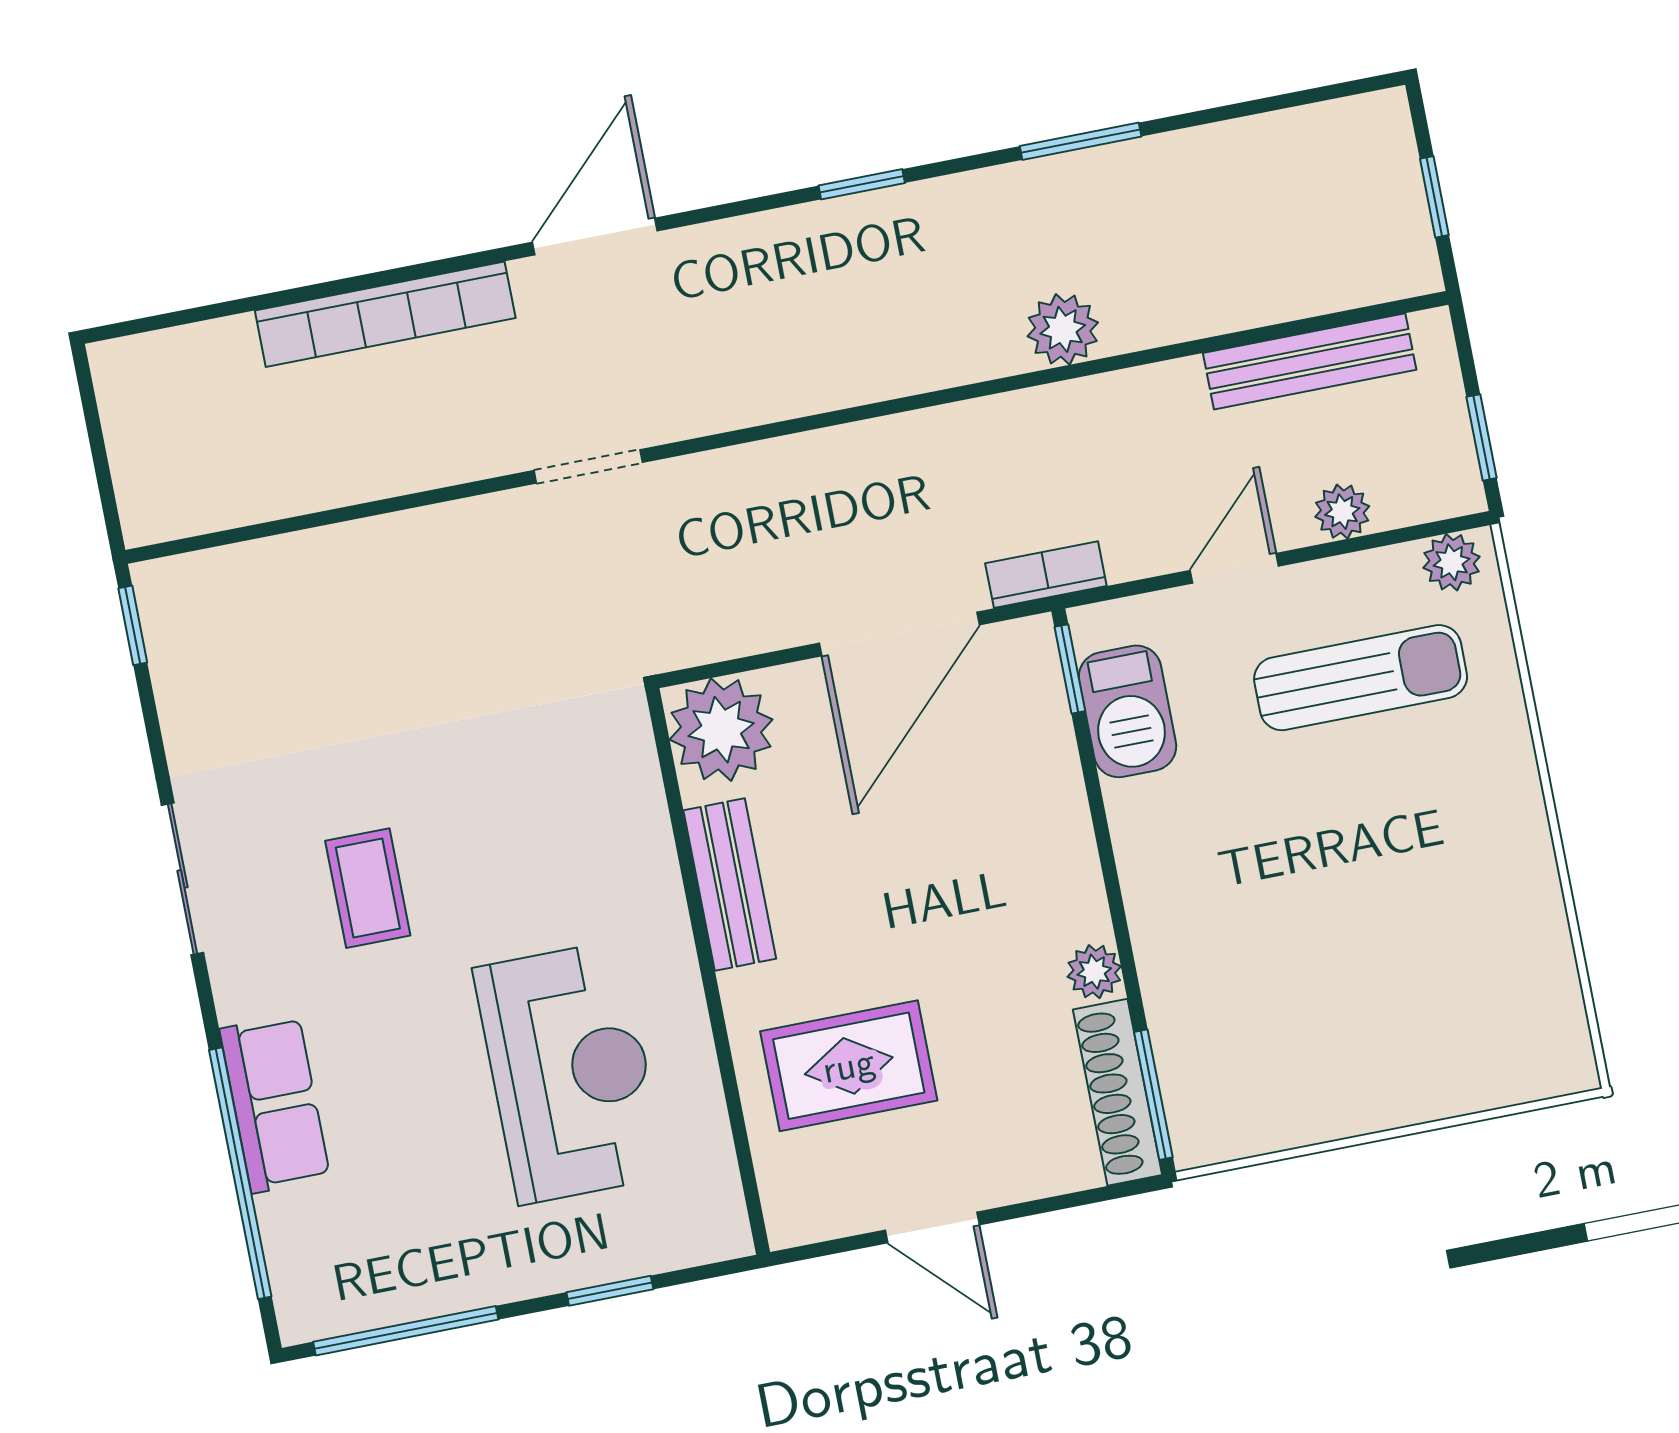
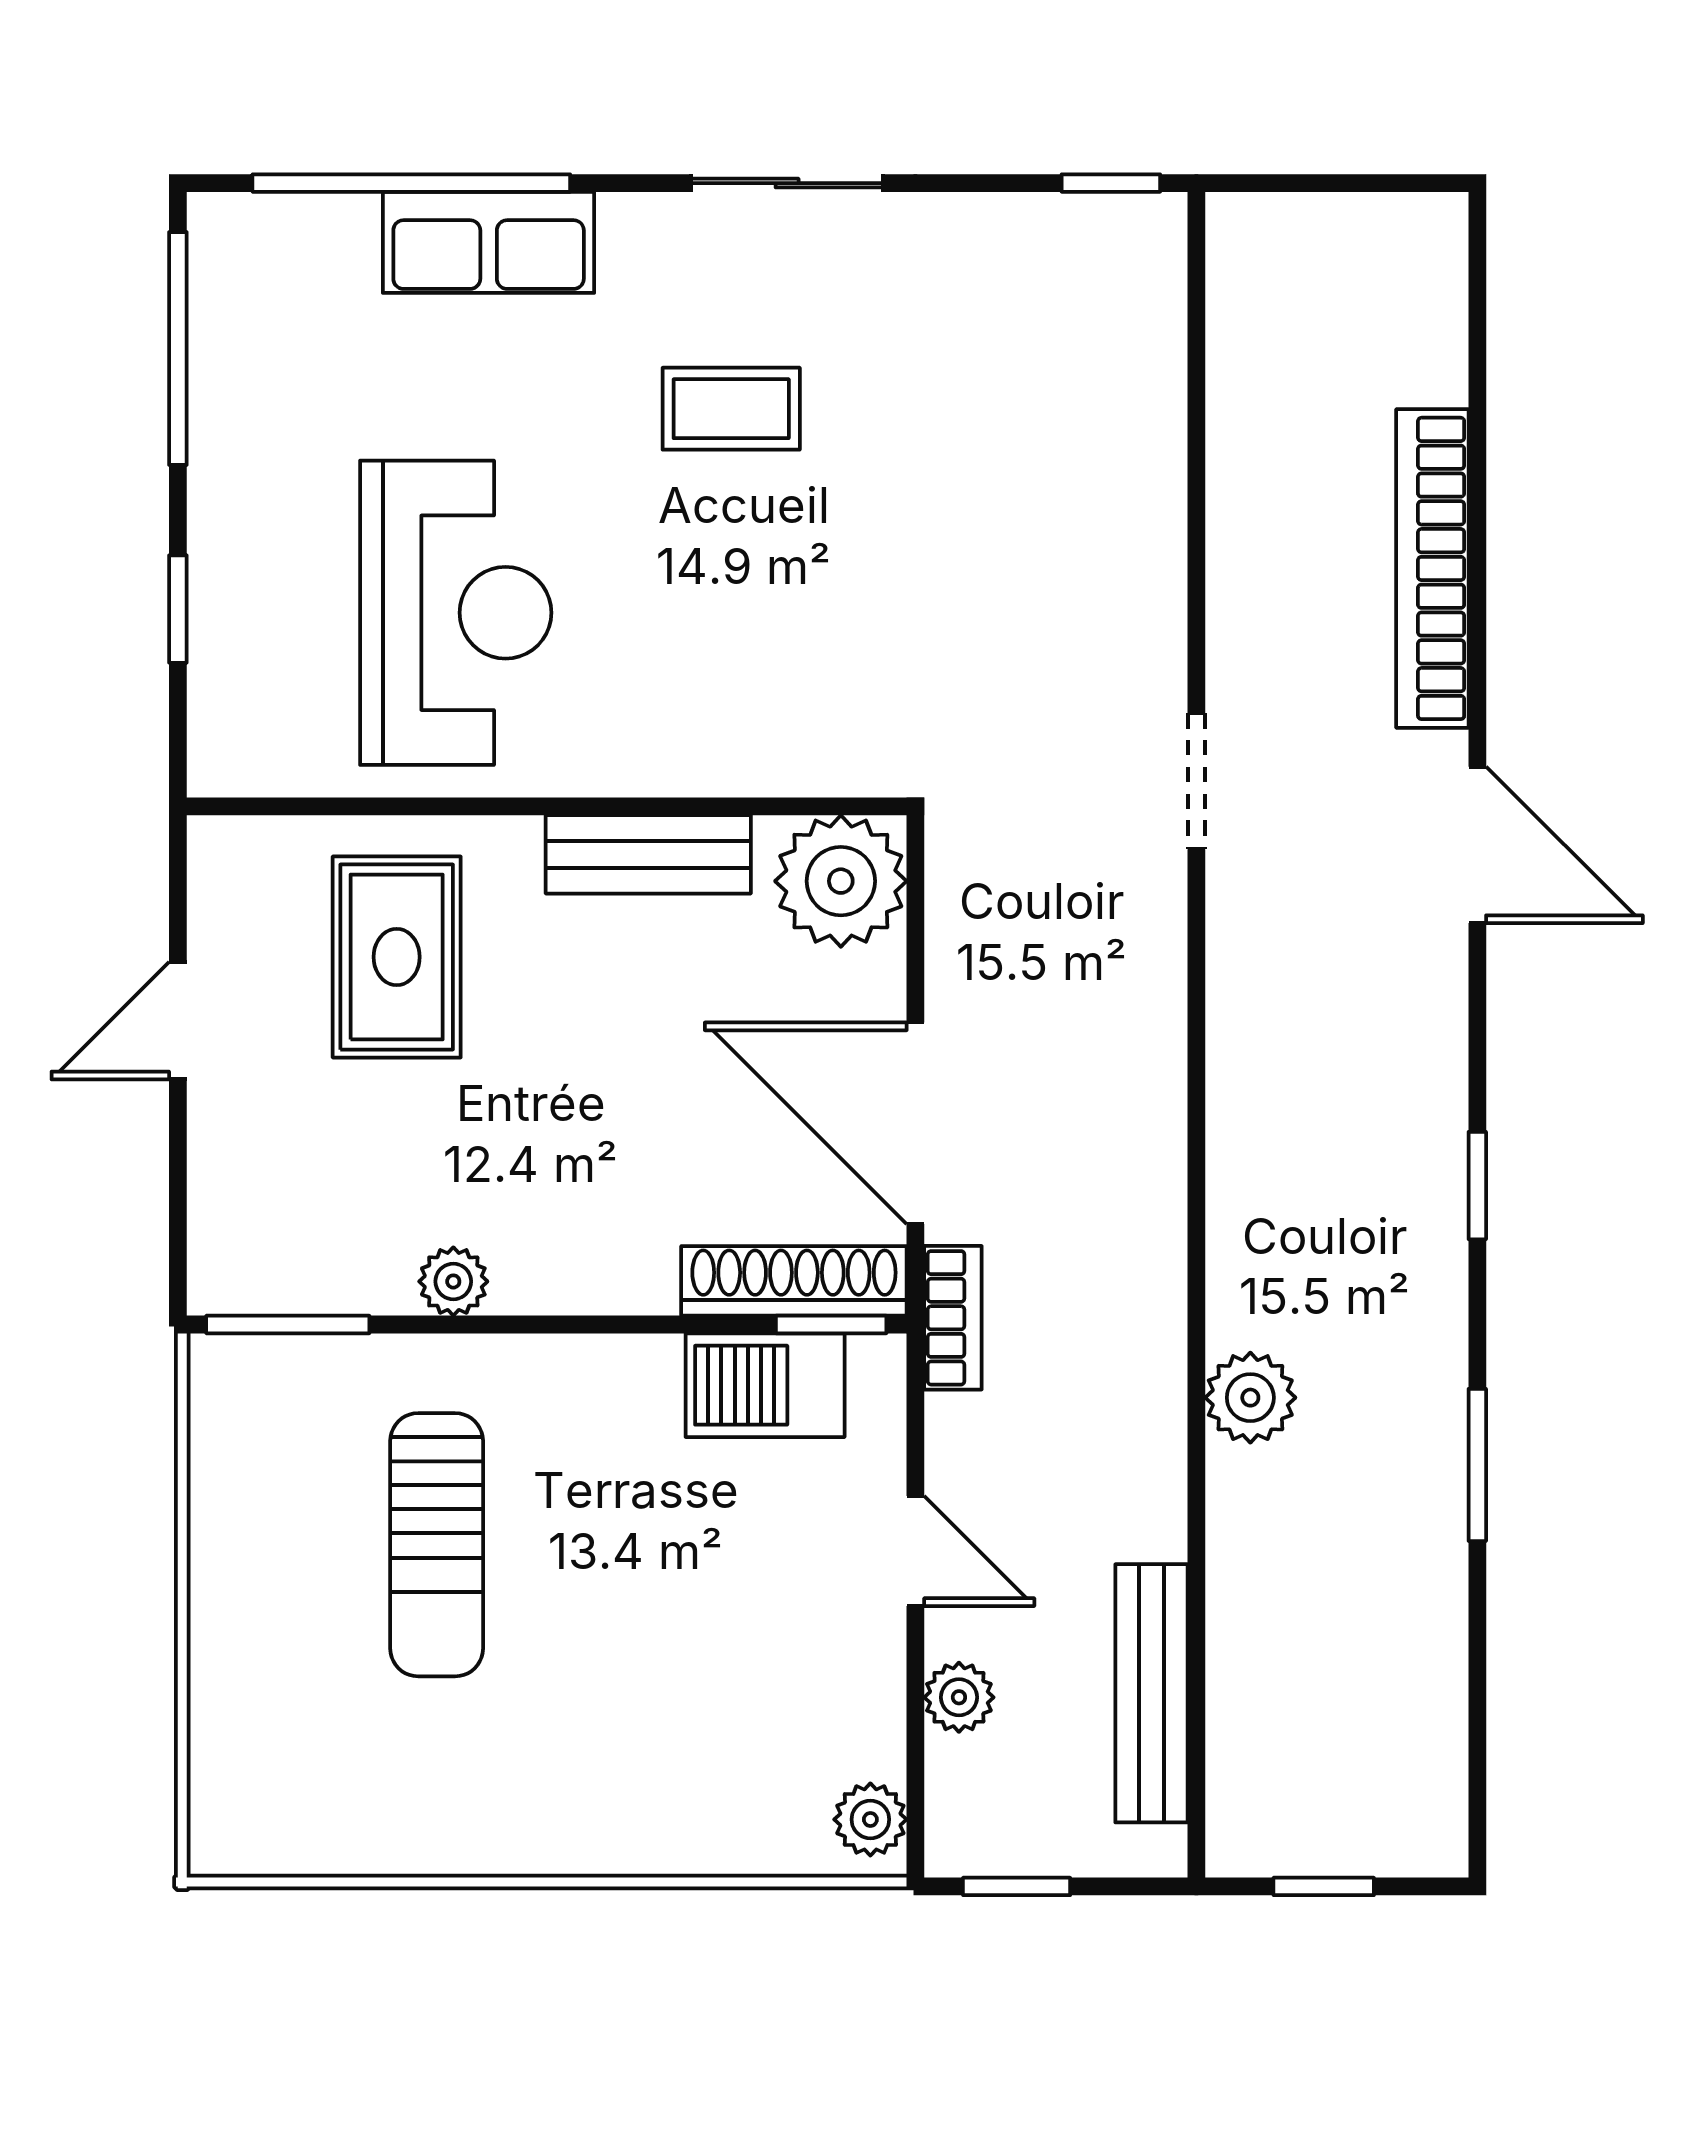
sun lounger: (1361, 678) -> (437, 1545), moved
reception desk: (570, 1072) -> (456, 613), turned -90
shoe rack: (1117, 1092) -> (794, 1281), moved

